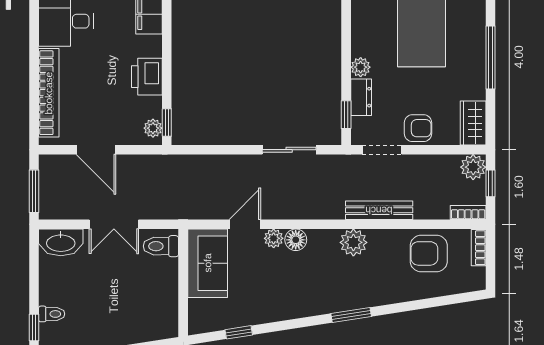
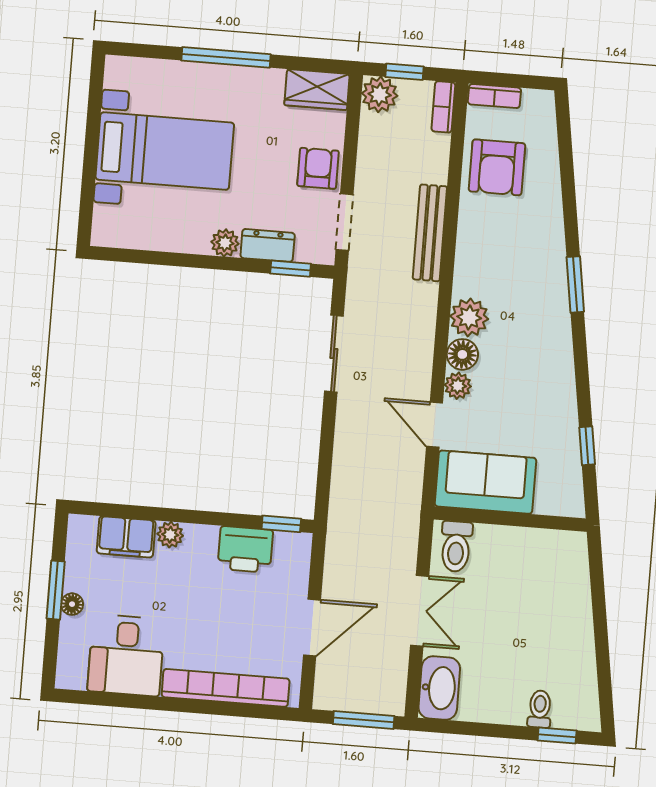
printer: (147, 77) -> (245, 549), moved
plant: (153, 128) -> (170, 535), moved
plant: (353, 242) -> (469, 317), moved

